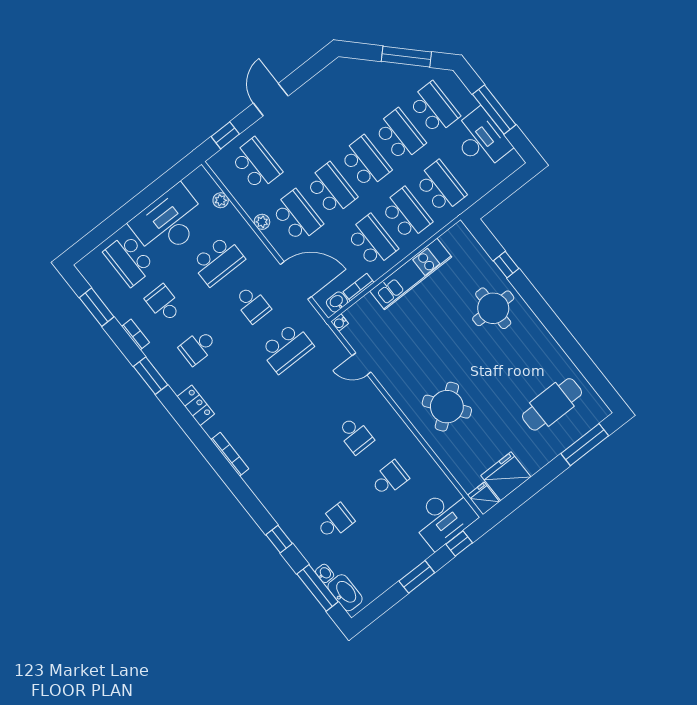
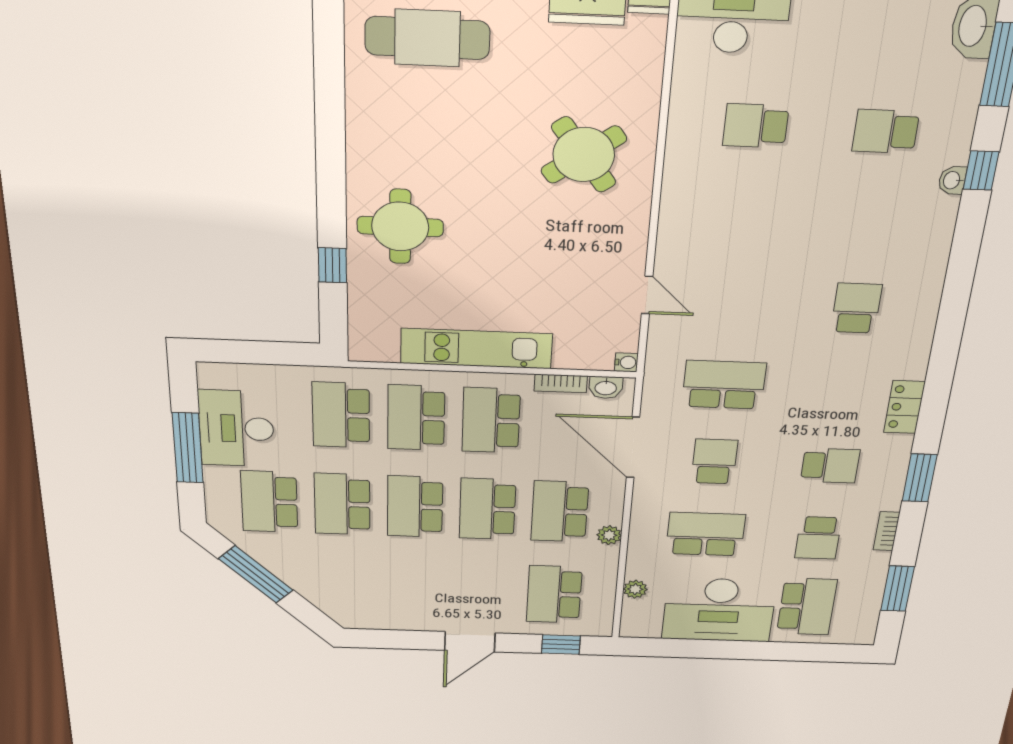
school desk: (355, 435) -> (856, 308), moved
bookcase: (230, 454) -> (927, 322), removed
washbasin: (325, 573) -> (952, 180), moved

